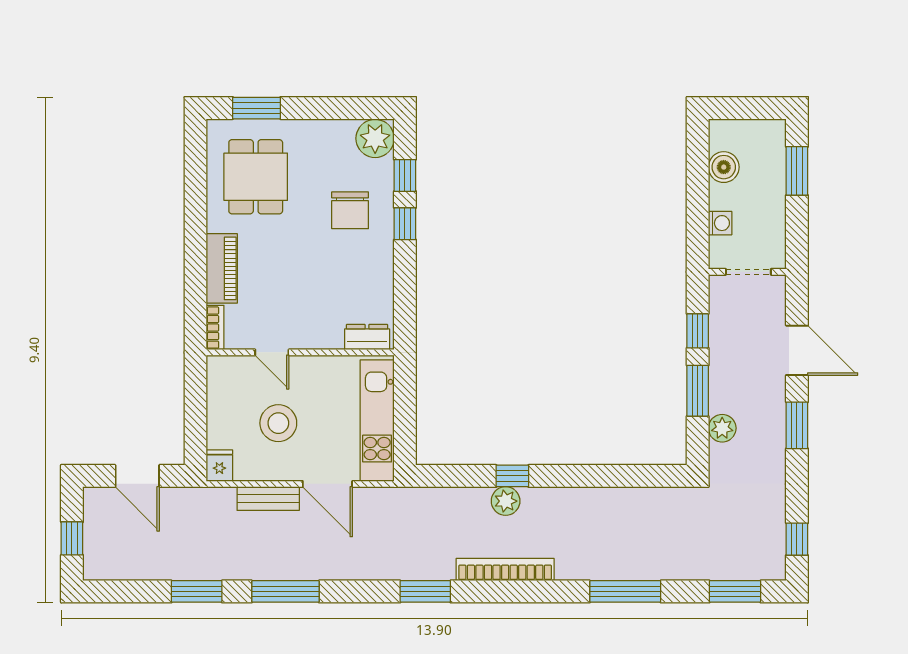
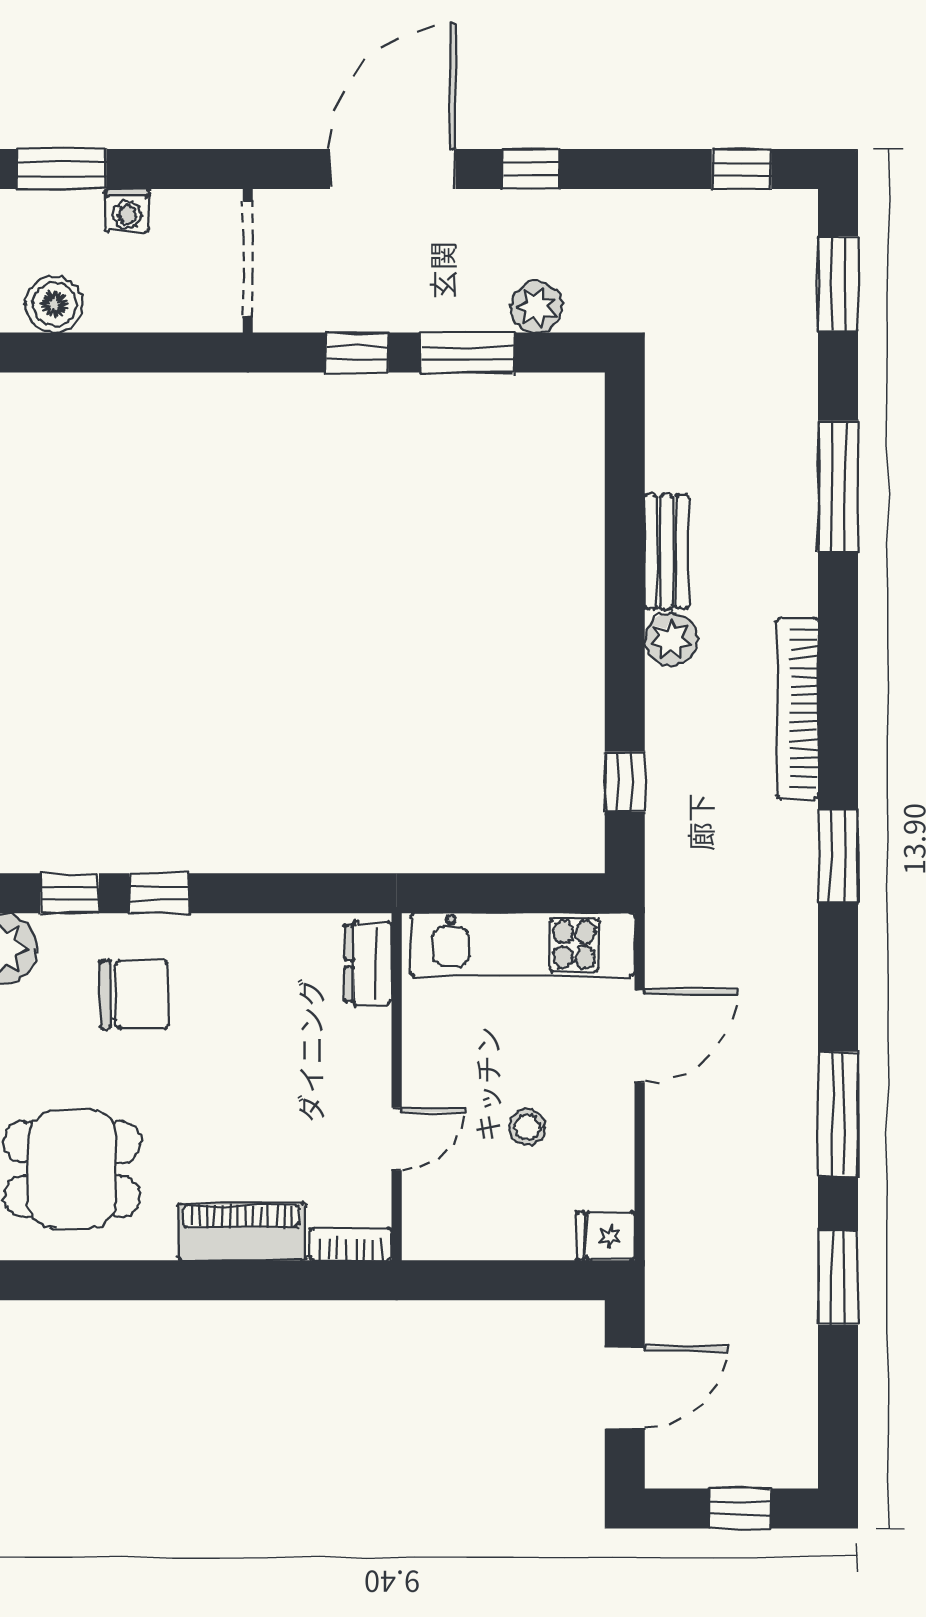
washing machine: (720, 223) -> (127, 211), moved, turned 180
doorway: (748, 272) -> (248, 259), width x1.38
door: (797, 350) -> (393, 169), width x1.36
stool: (278, 423) -> (527, 1127), width x0.53, depth x0.53
window: (797, 425) -> (531, 169), width x0.67
window: (512, 476) -> (625, 782), moved
bench: (268, 499) -> (667, 551), moved
plant: (506, 501) -> (671, 639), moved

